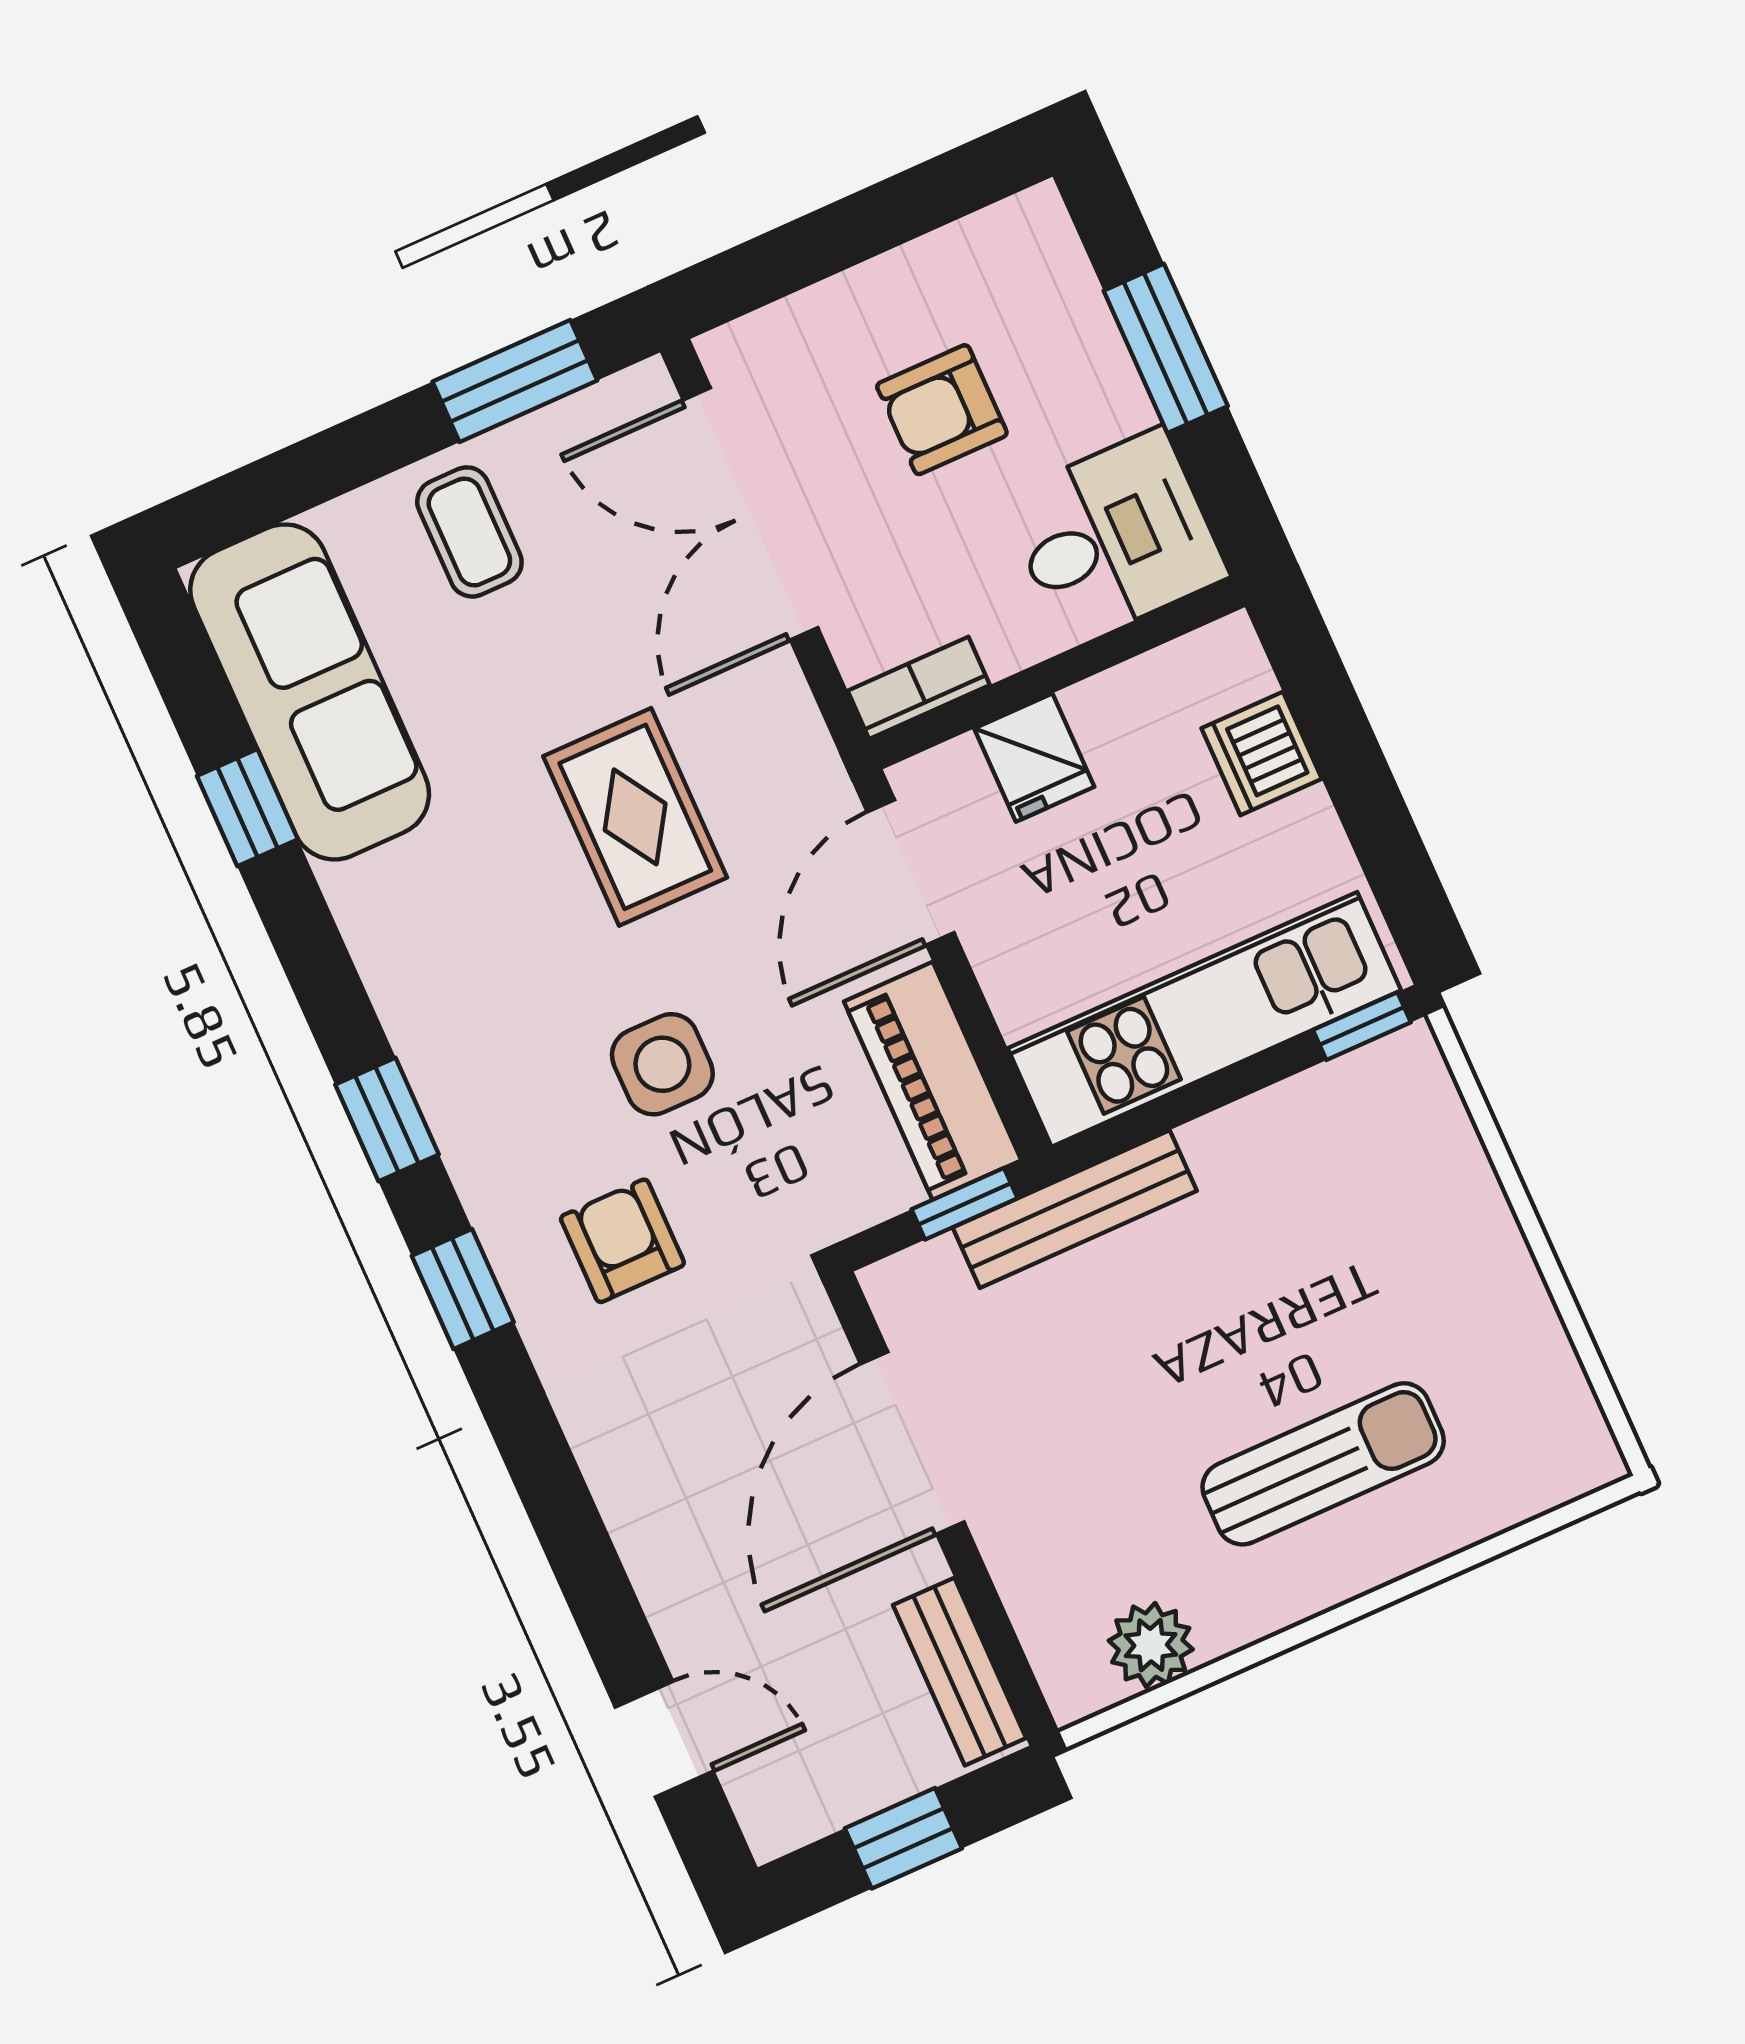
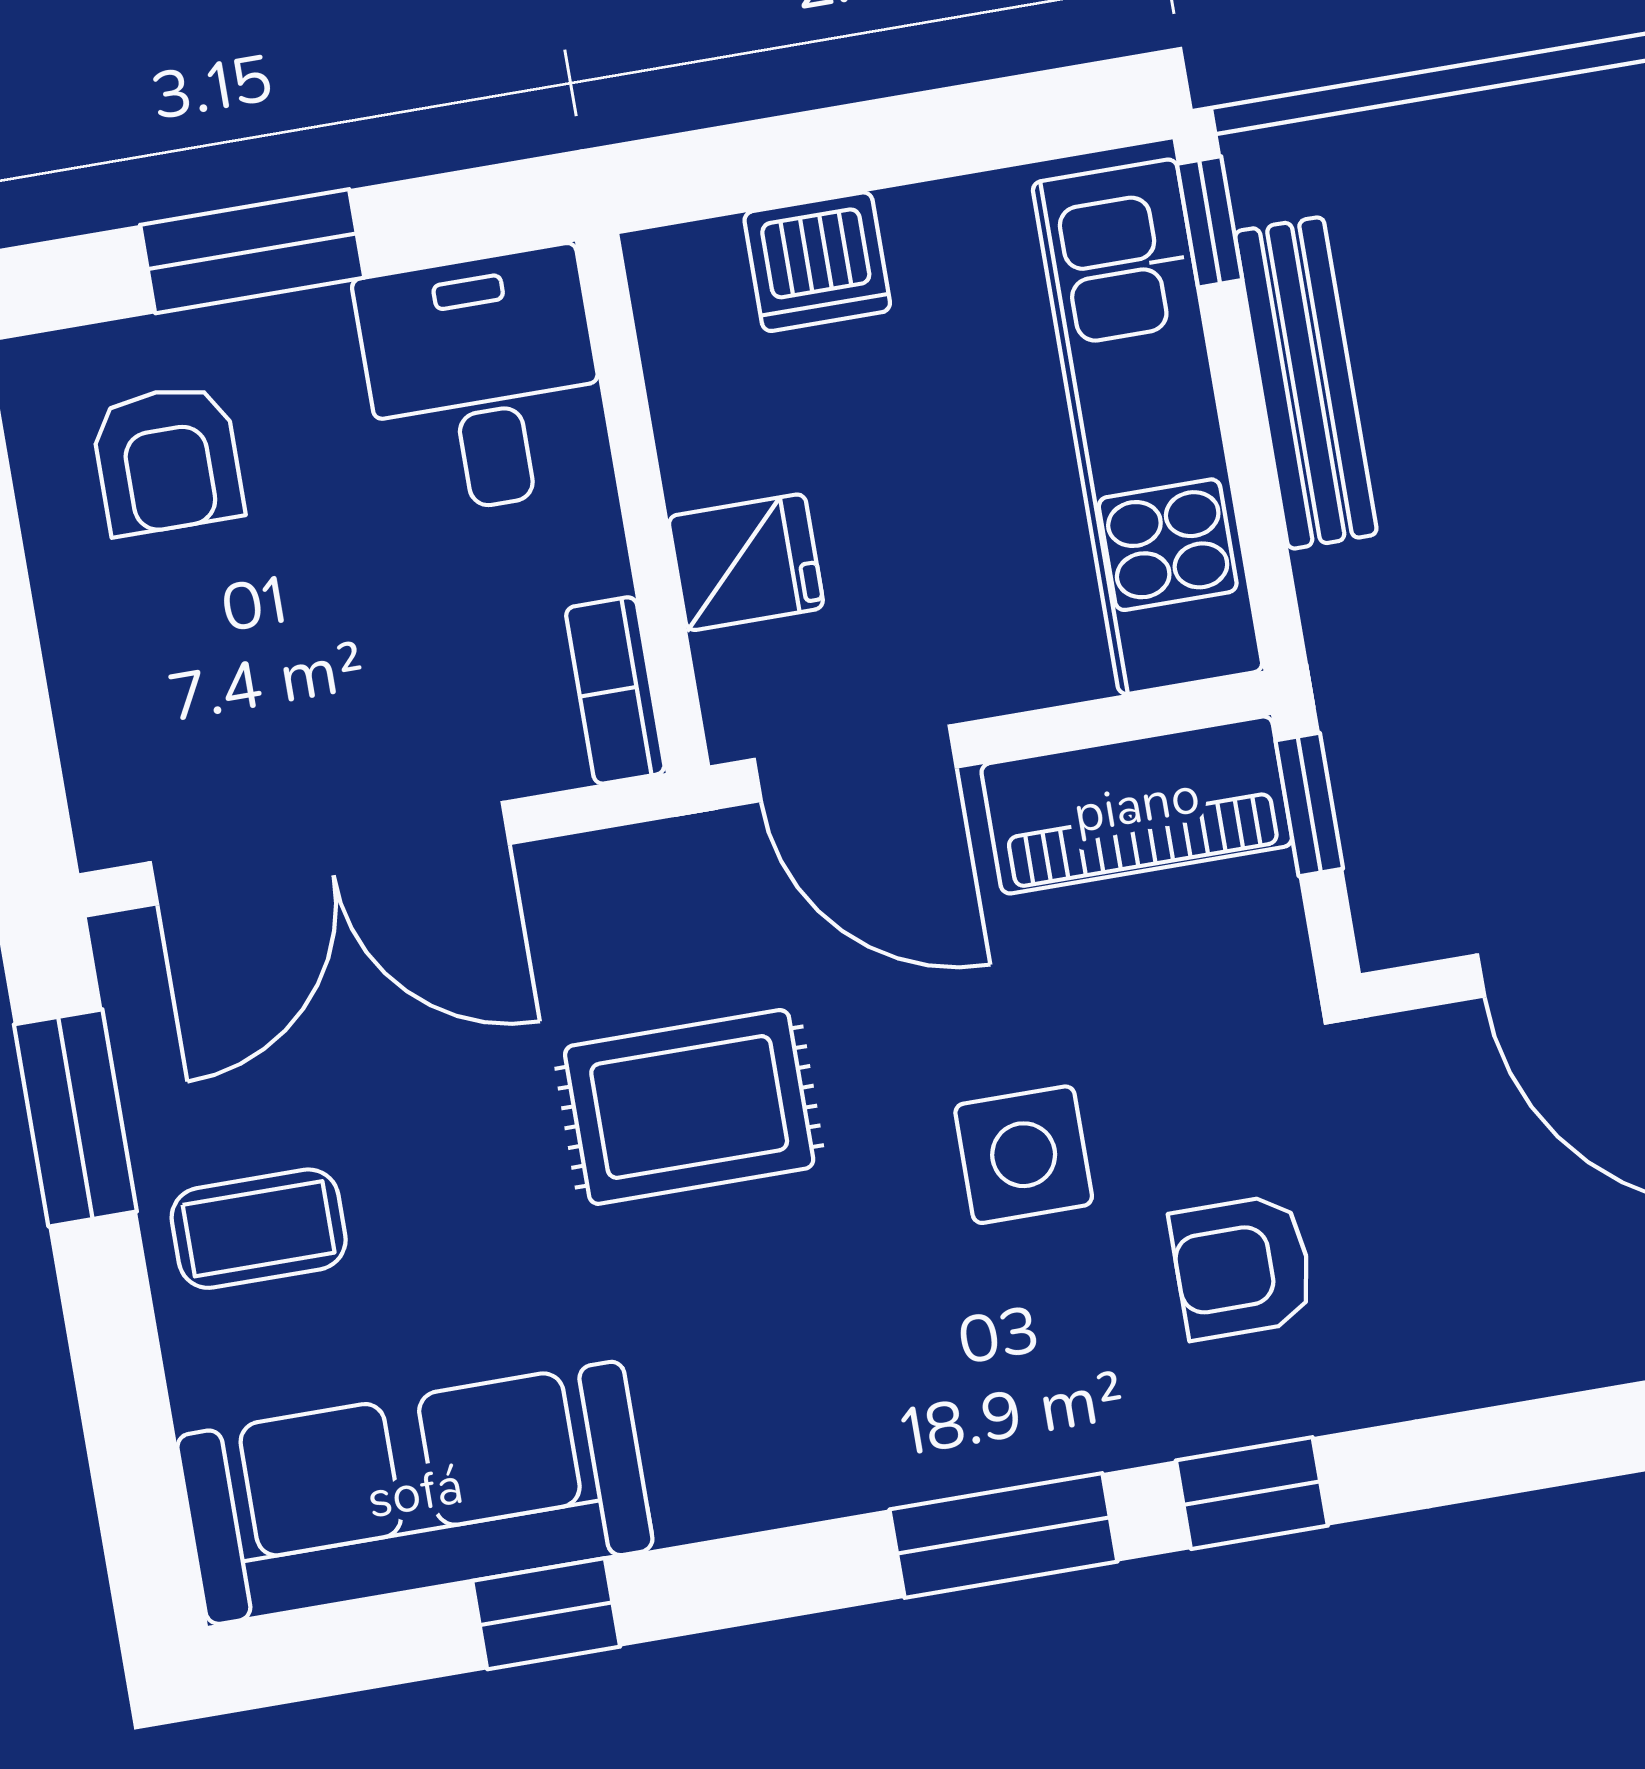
armchair: (942, 410) -> (167, 459), moved
window: (387, 1120) -> (1003, 1536), width x1.50
bench: (1075, 1209) -> (1306, 383), moved

